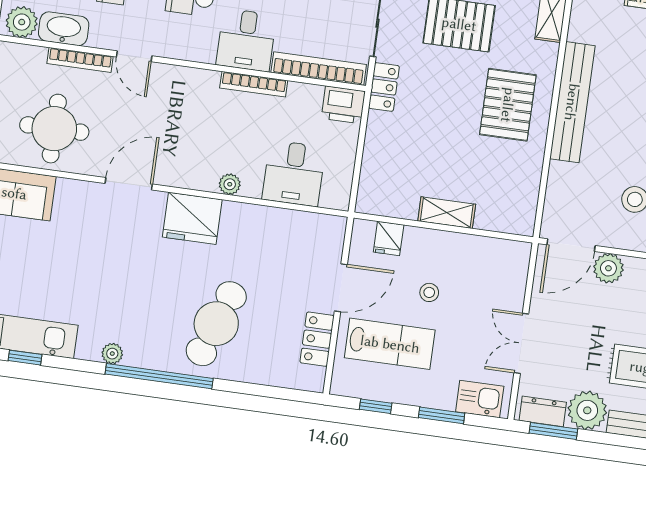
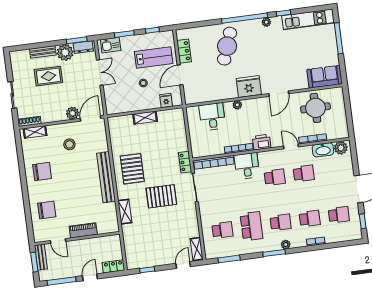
printer: (343, 105) -> (262, 142), moved
lab bench: (390, 344) -> (154, 57), turned 180
window: (25, 358) -> (283, 13), moved

